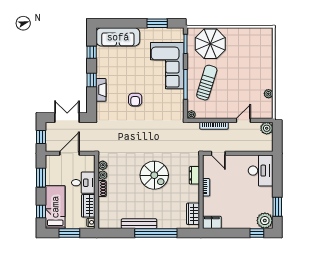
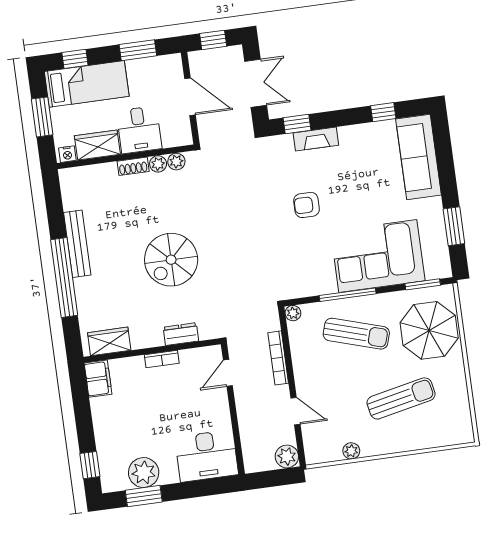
sun lounger: (244, 64) -> (401, 398), added
window: (92, 80) -> (297, 124), moved
plant: (265, 221) -> (144, 473), moved

